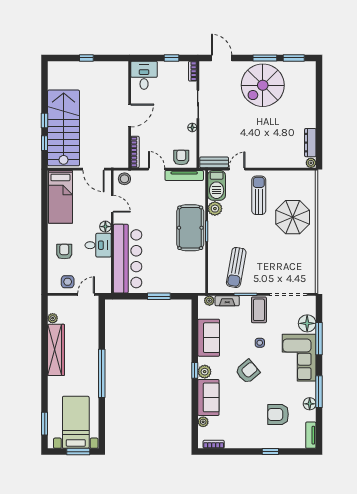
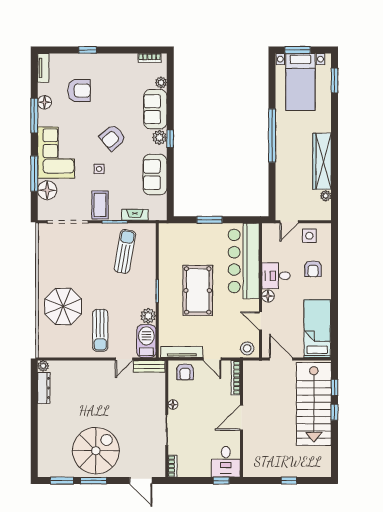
window: (171, 58) -> (221, 481), moved
pool table: (190, 228) -> (198, 290), moved
plant: (209, 301) -> (154, 215), removed

